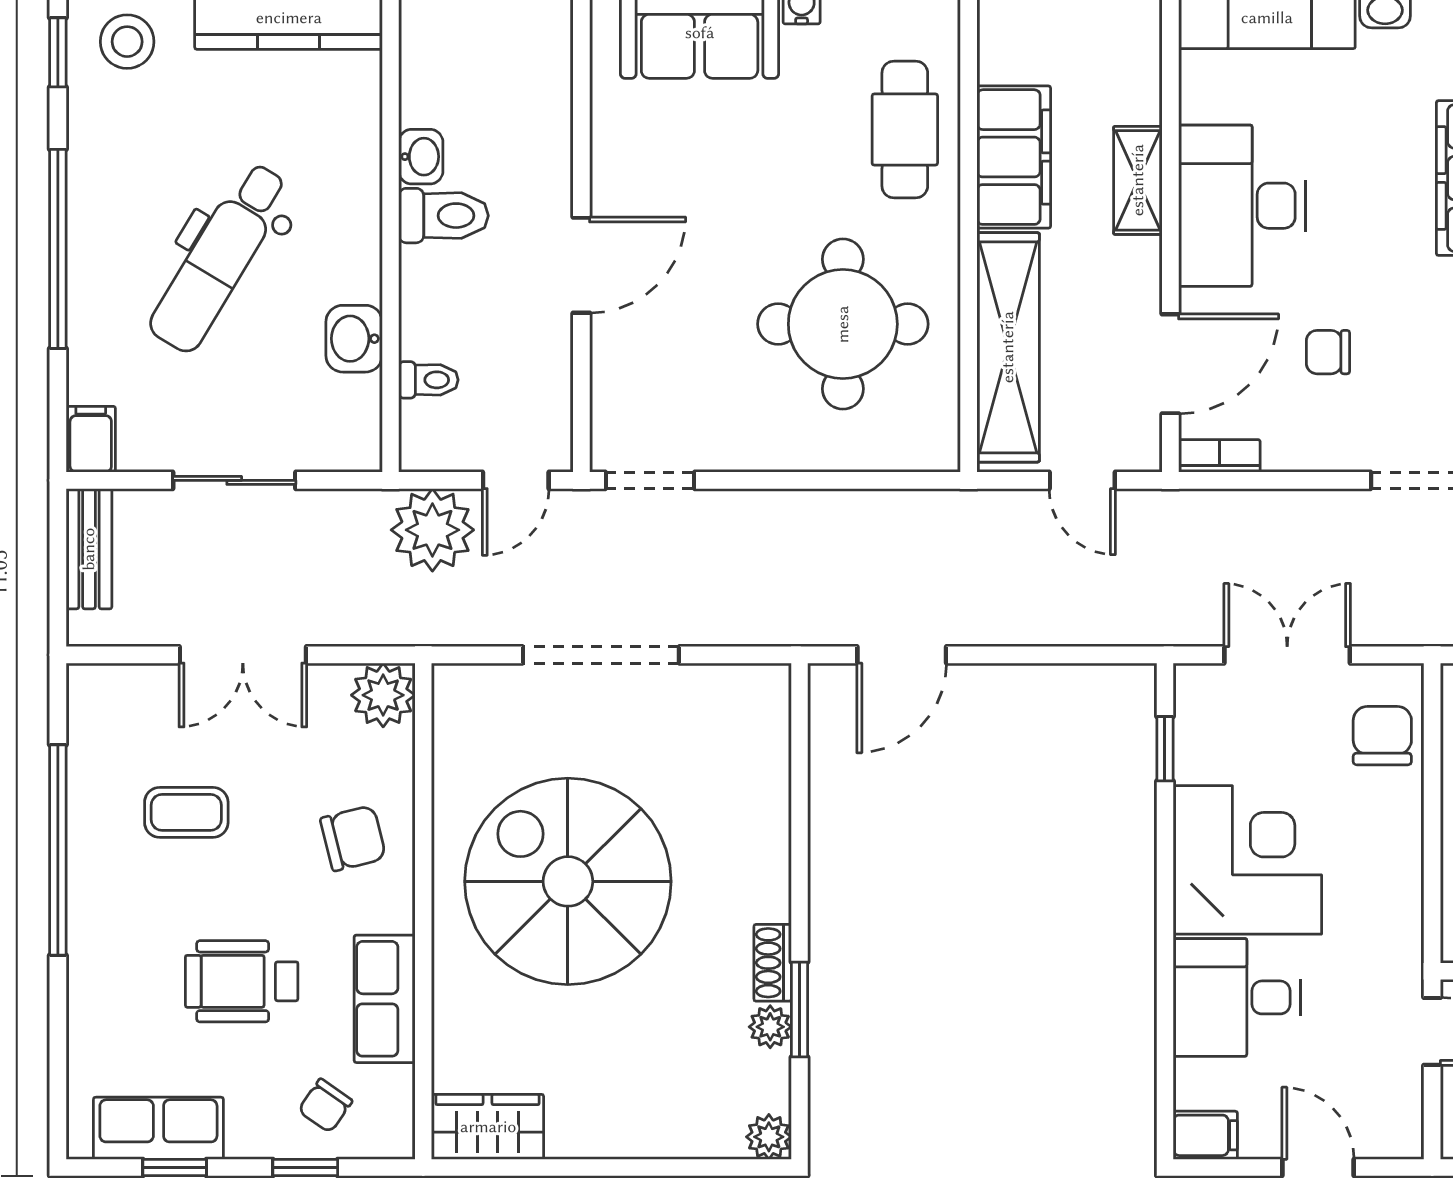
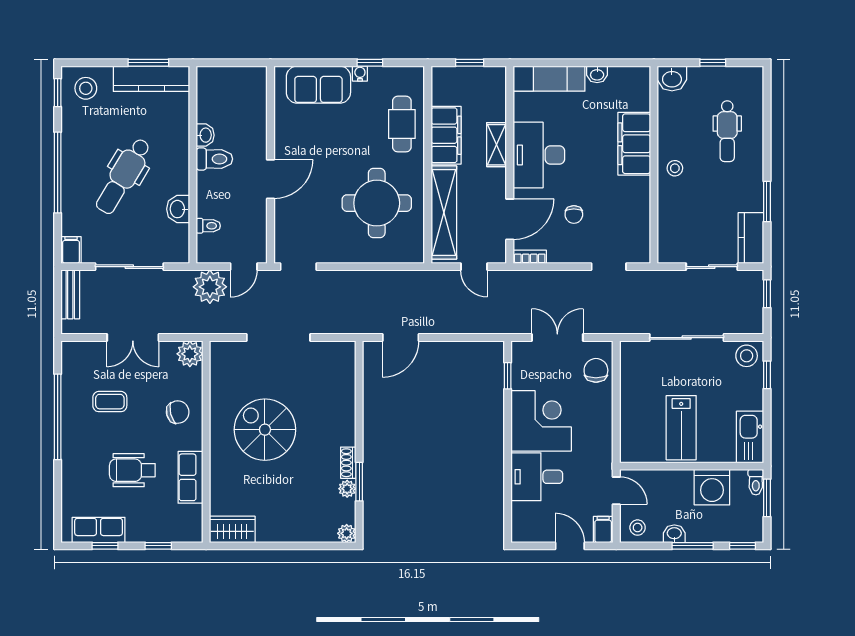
chair: (1328, 352) -> (574, 214), turned -90
sliding door: (234, 480) -> (129, 267), width x1.37
spiral stairs: (568, 881) -> (265, 430), width x0.73, depth x0.73
chair: (325, 1106) -> (166, 521), removed
filing cabinet: (1205, 1135) -> (603, 530), moved, turned -90

